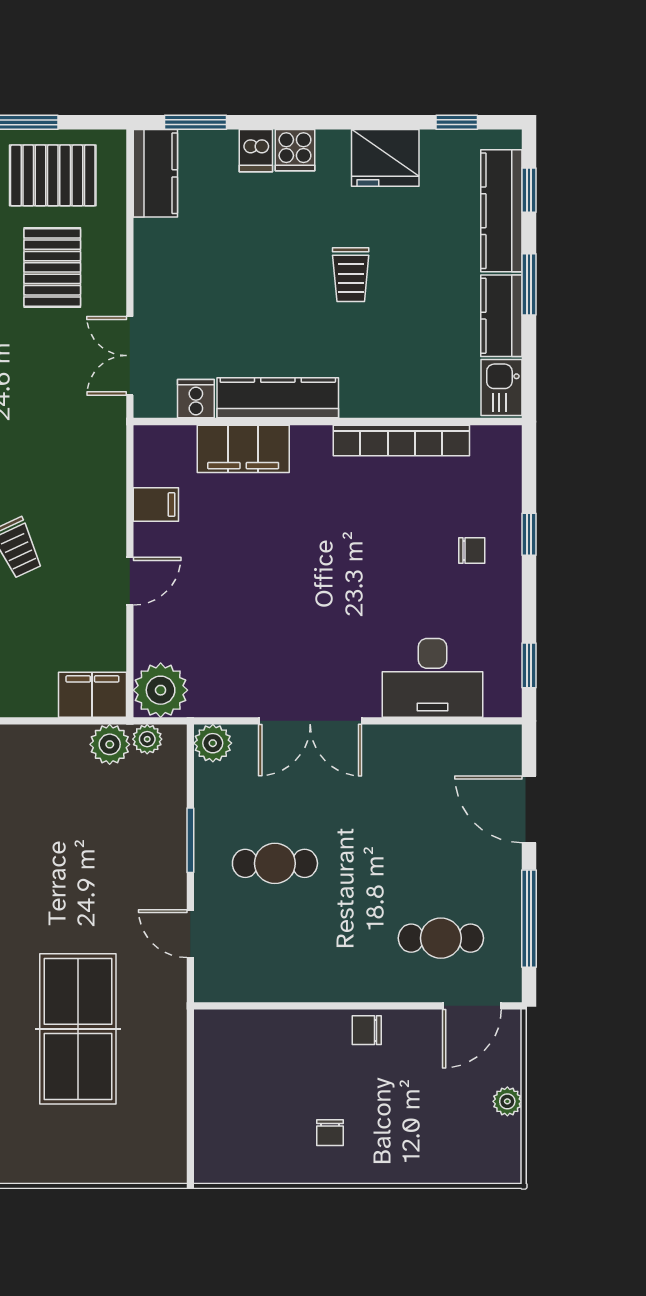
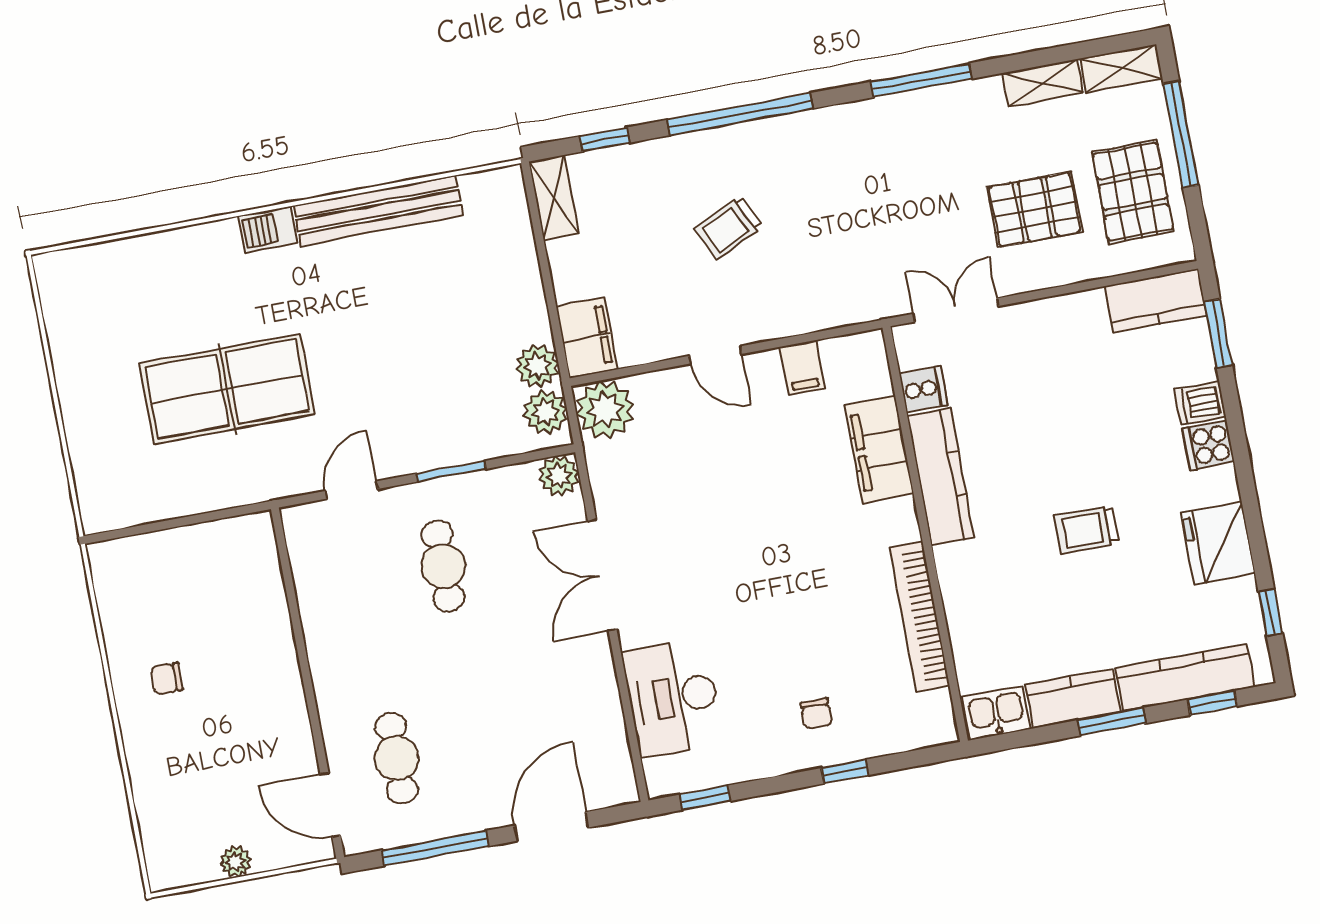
plant: (147, 739) -> (545, 412), width x1.38, depth x1.38
chair: (367, 1030) -> (284, 698), removed

